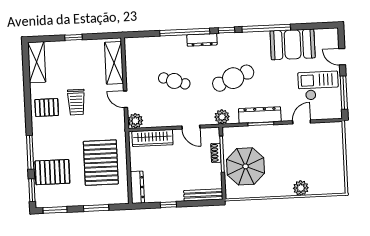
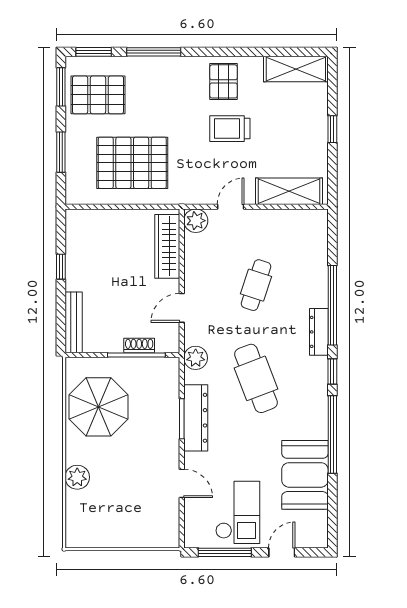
parasol: (246, 166) -> (99, 407), moved
pallet: (52, 172) -> (98, 95), moved, turned 90
dresser: (137, 187) -> (91, 219), removed

